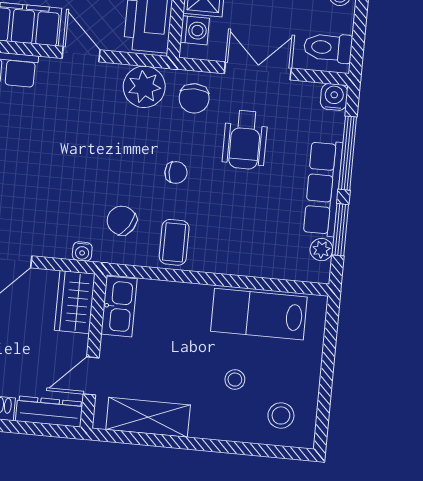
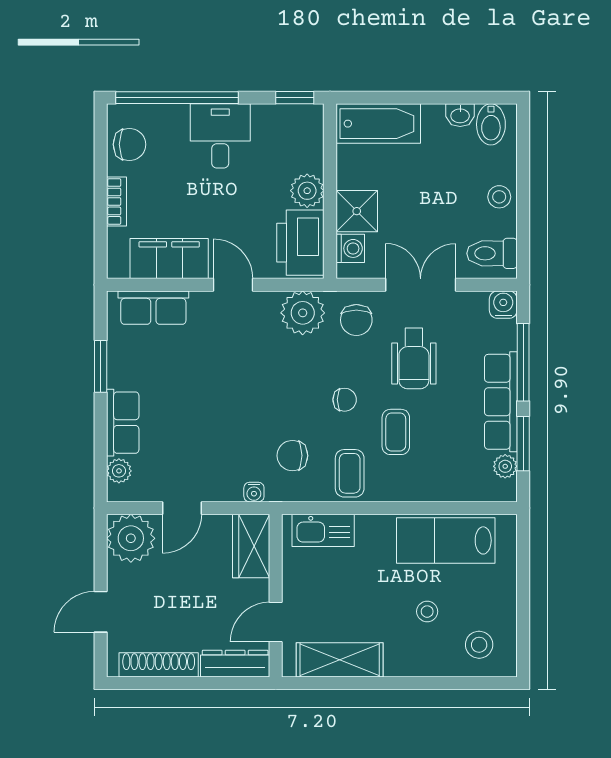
coffee table: (221, 207) -> (396, 432), added
chair: (122, 220) -> (292, 456), turned -32
kitchen sink: (119, 306) -> (323, 530), moved, turned 90

